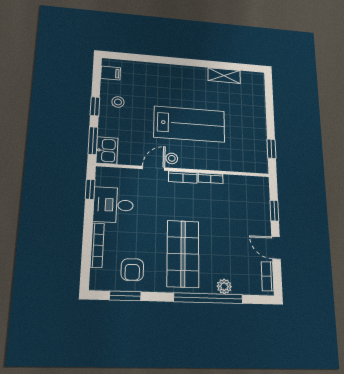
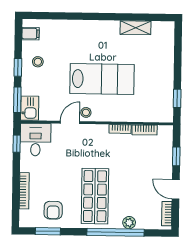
bookcase: (183, 177) -> (145, 130), moved
desk: (113, 205) -> (35, 140), moved, turned 90

